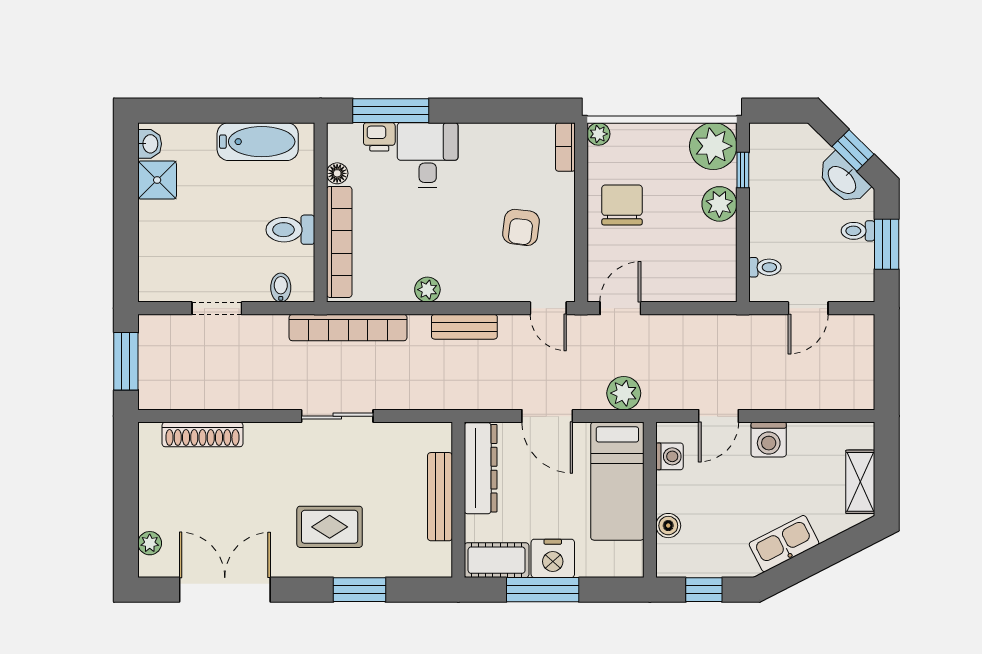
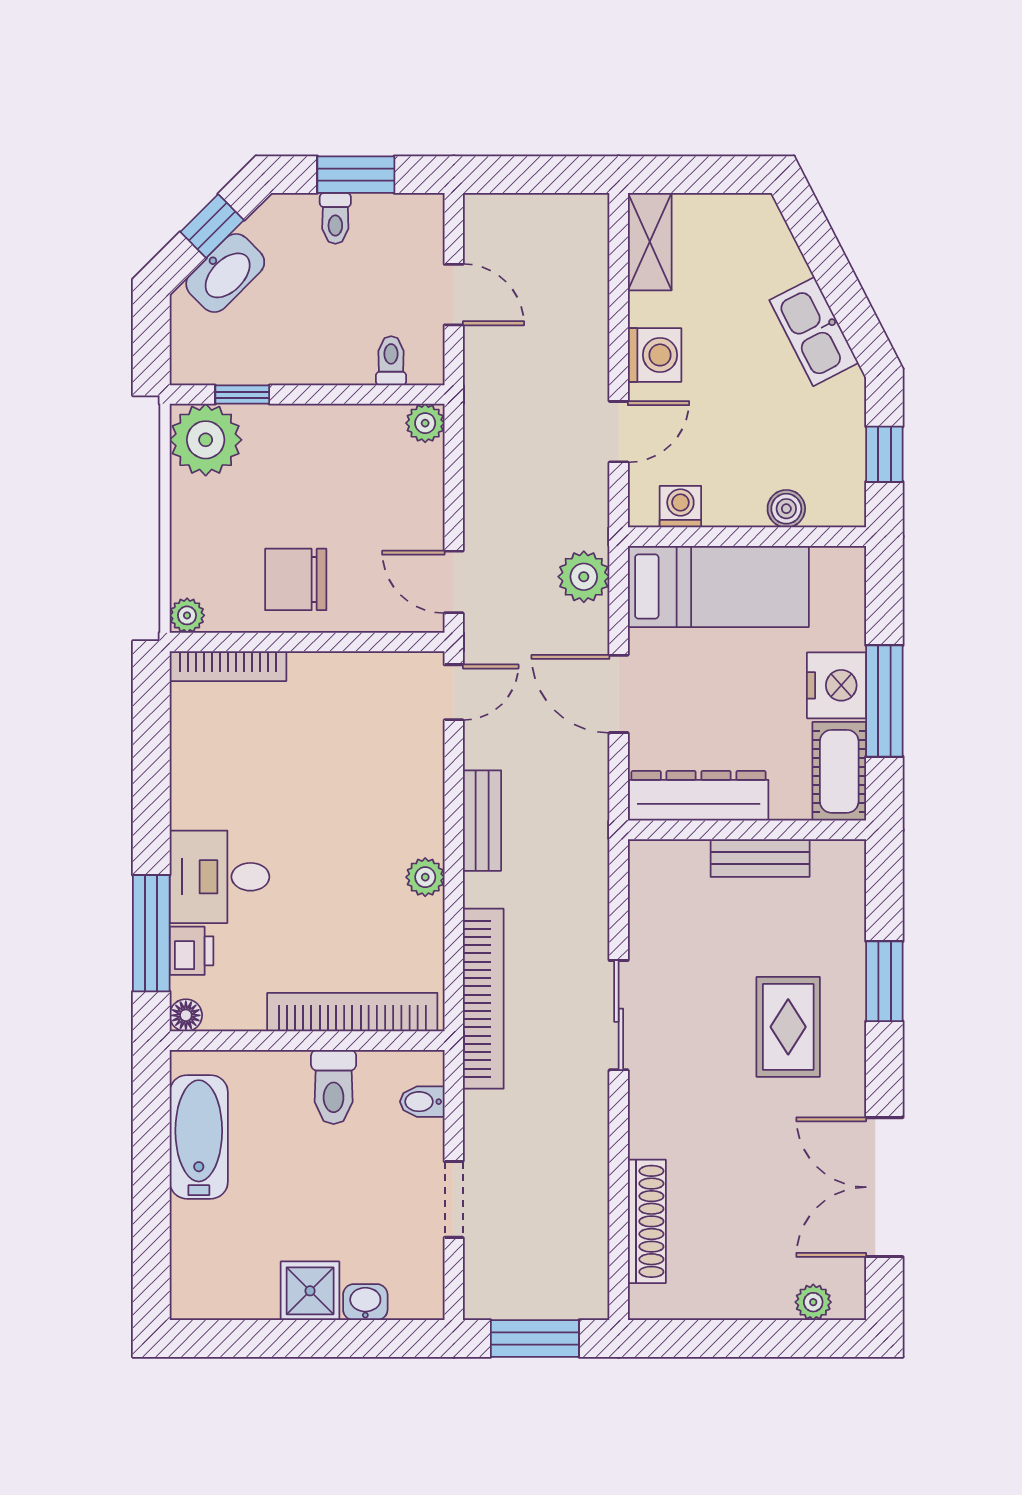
washbasin: (150, 144) -> (365, 1302), moved
bookcase: (565, 147) -> (228, 666), width x1.56
floor lamp: (337, 173) -> (186, 1015), moved
washbasin: (843, 179) -> (225, 273), moved
shower: (157, 180) -> (310, 1291), moved
plant: (719, 204) -> (425, 423), moved, width x0.73, depth x0.73
armchair: (521, 227) -> (330, 734), removed
door: (547, 416) -> (619, 694), swing flipped
door: (718, 416) -> (619, 432), hinge flipped
shelving: (860, 482) -> (650, 242), moved, turned 90
bench: (440, 497) -> (760, 858), width x0.73

